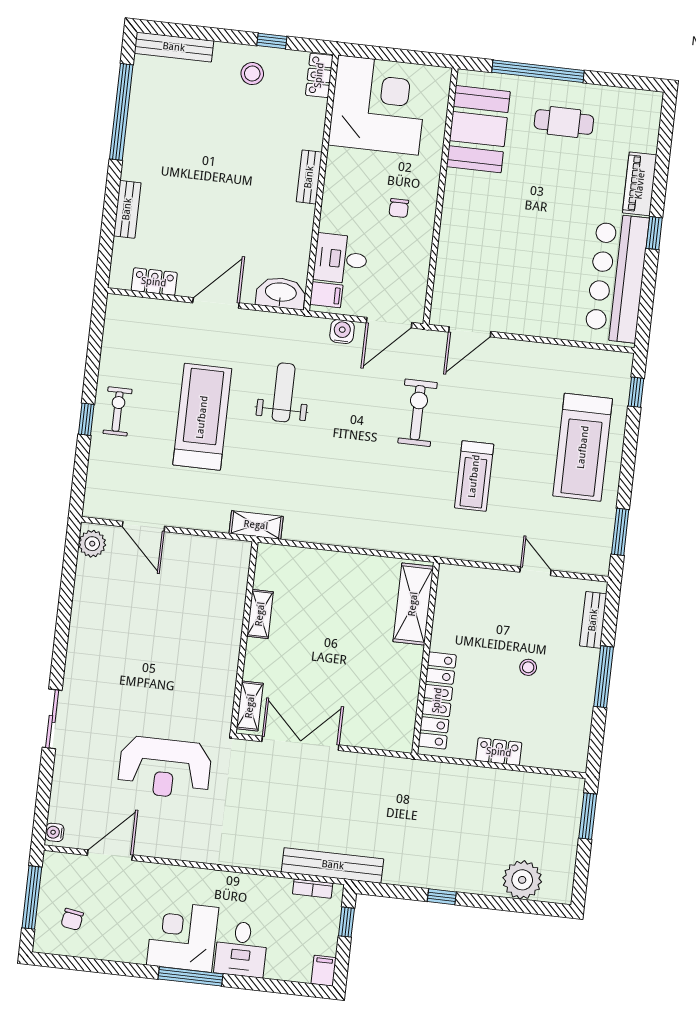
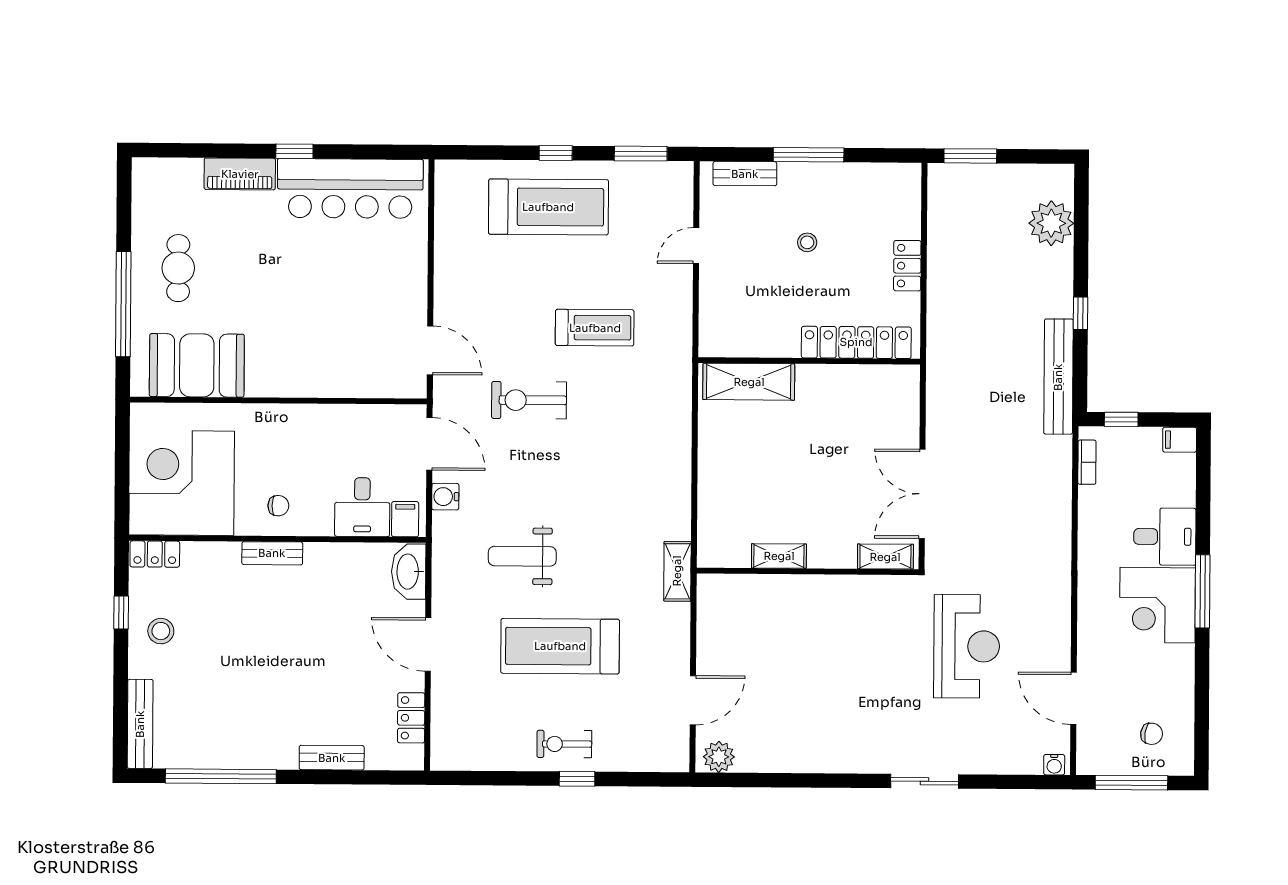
chair: (399, 208) -> (278, 506), moved
window: (636, 392) -> (556, 153), moved
bench: (333, 865) -> (1058, 377), moved

